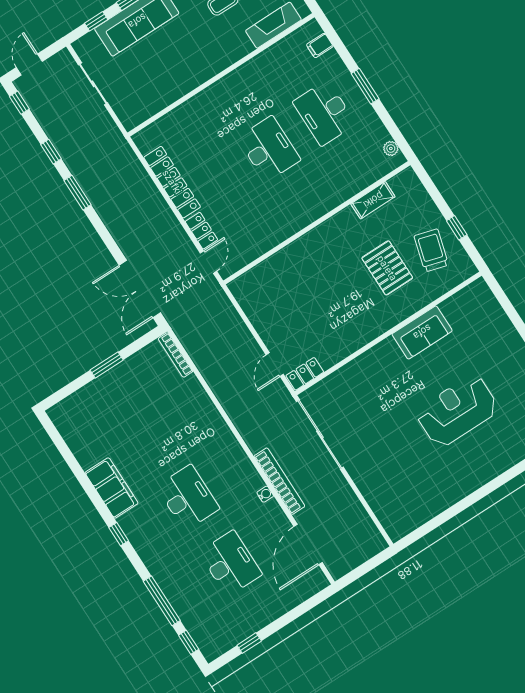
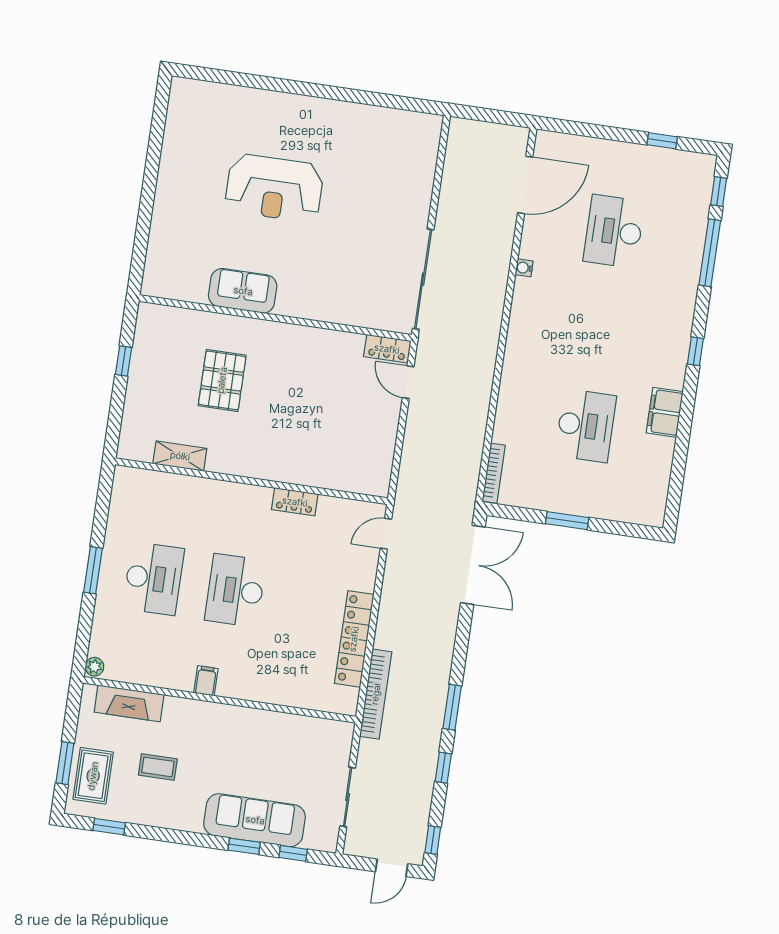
filing cabinet: (320, 45) -> (206, 681), moved, turned -90
plant: (391, 148) -> (94, 667), moved
locker: (201, 231) -> (295, 502), moved, turned -90
trolley: (431, 250) -> (166, 361), removed
door: (275, 365) -> (408, 382), swing flipped
bookcase: (279, 481) -> (376, 694), moved, turned 180
filing cabinet: (112, 488) -> (665, 412), width x0.67, depth x0.86
desk: (188, 498) -> (586, 426), moved, turned 180

